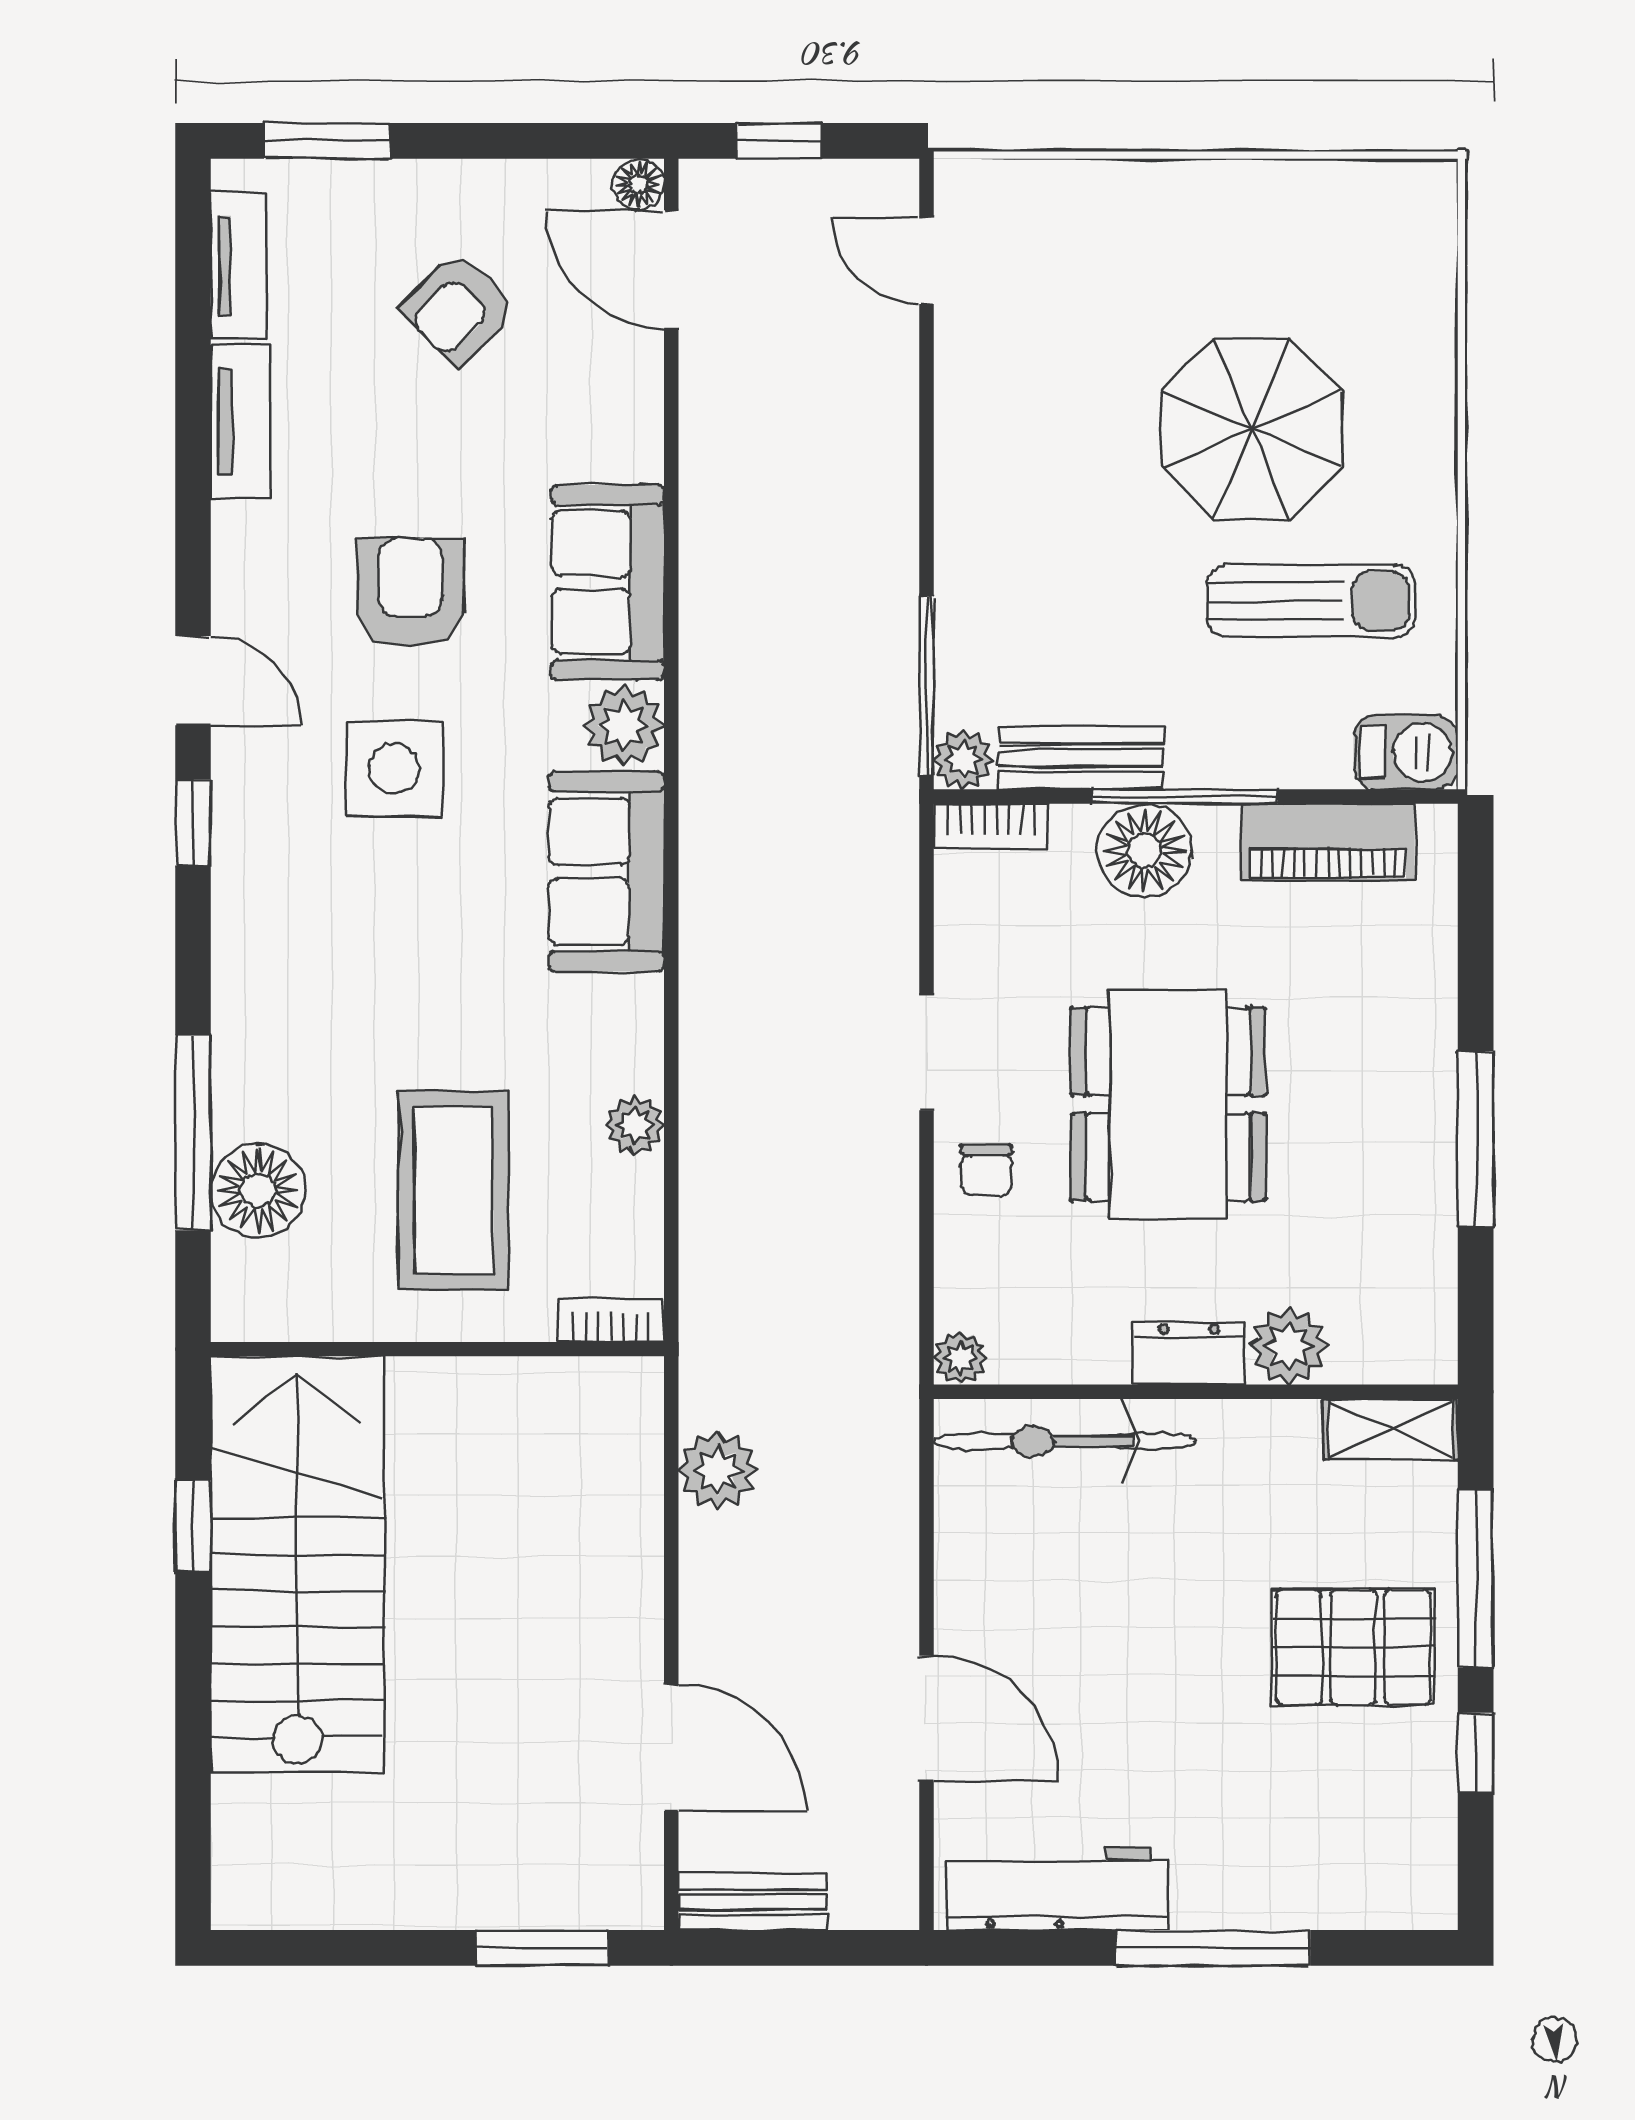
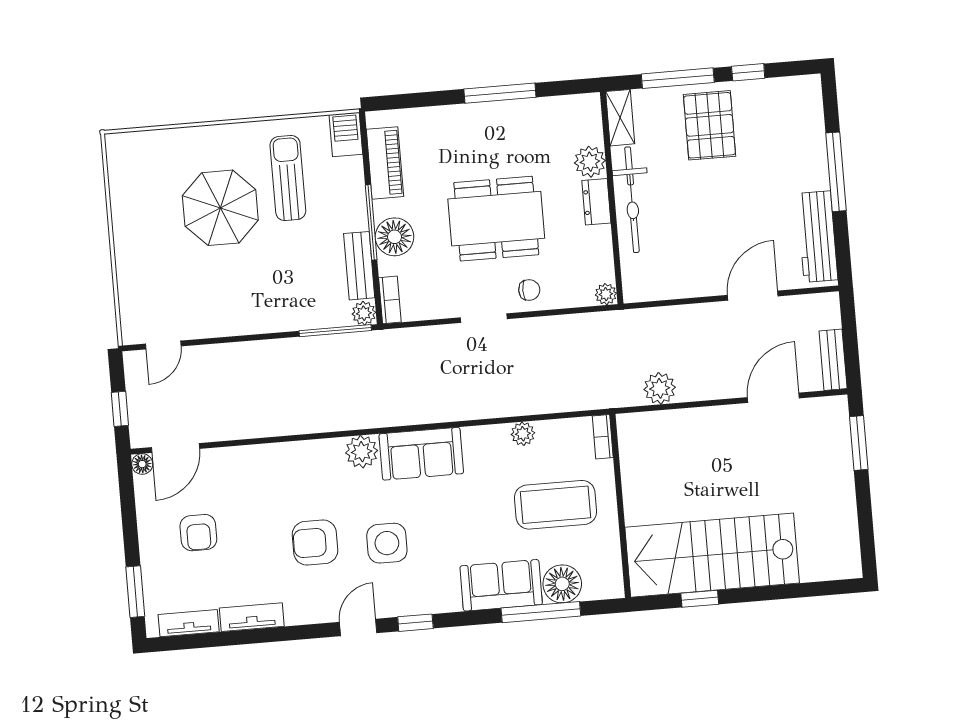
armchair: (459, 308) -> (198, 533), turned 45
sofa: (608, 582) -> (501, 585), moved, turned 180
bicycle: (1064, 1441) -> (632, 200), moved

